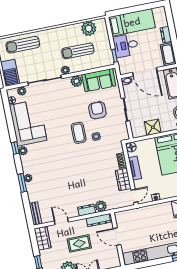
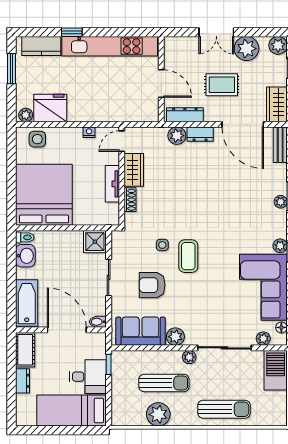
plant: (89, 29) -> (158, 414), moved
sun lounger: (23, 45) -> (224, 409), moved
armchair: (97, 110) -> (152, 285), turned 90
shower: (153, 127) -> (95, 242), moved
floor lamp: (131, 147) -> (112, 218), removed
door: (61, 221) -> (243, 124), width x1.88

